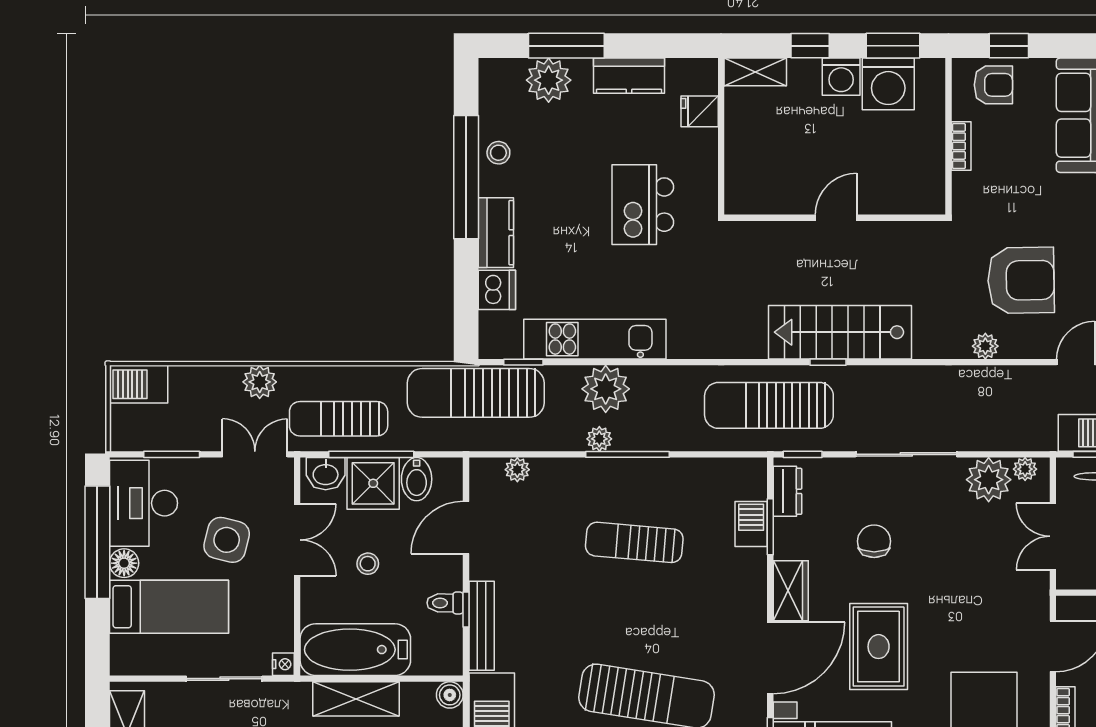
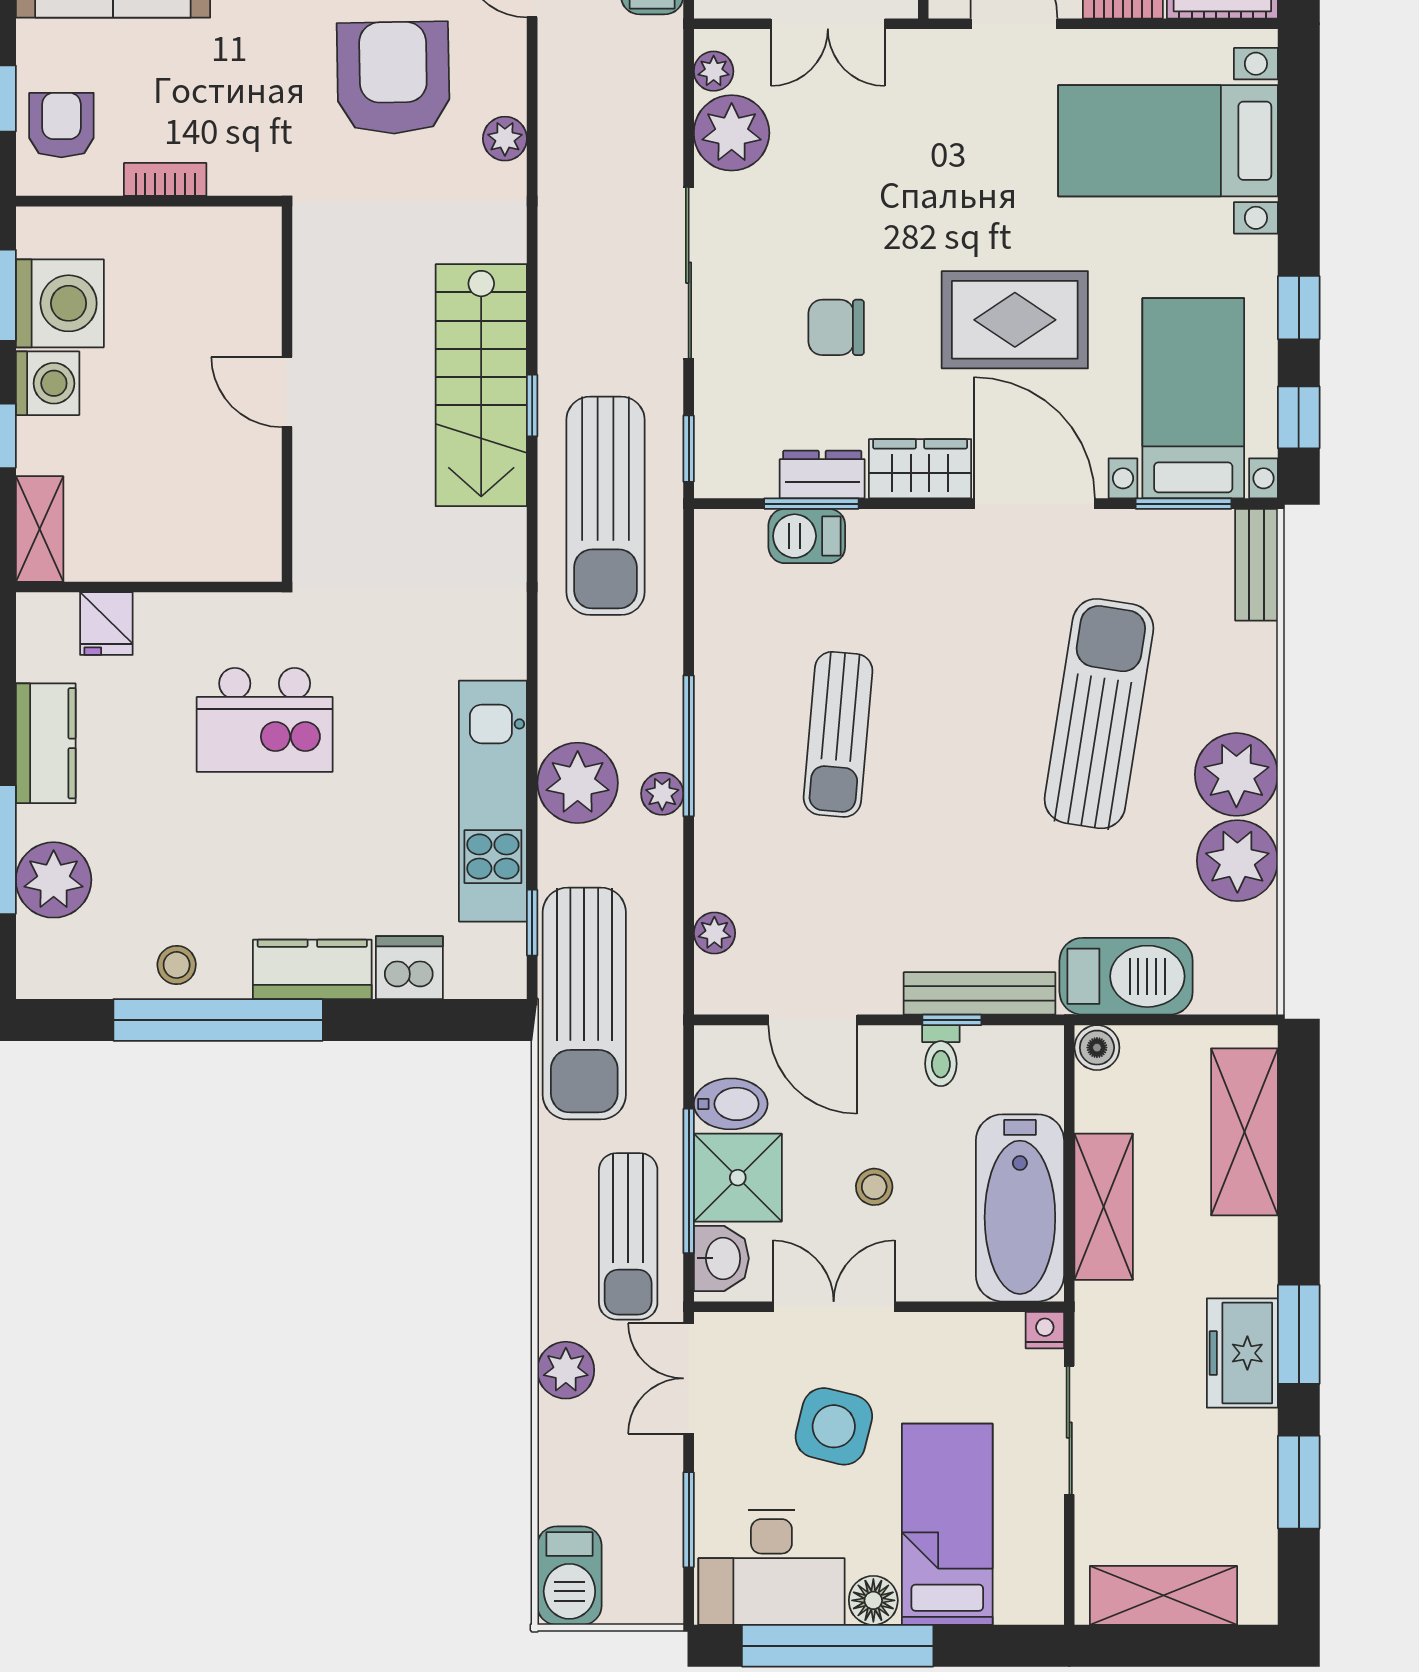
dresser: (787, 491) -> (822, 474), moved

